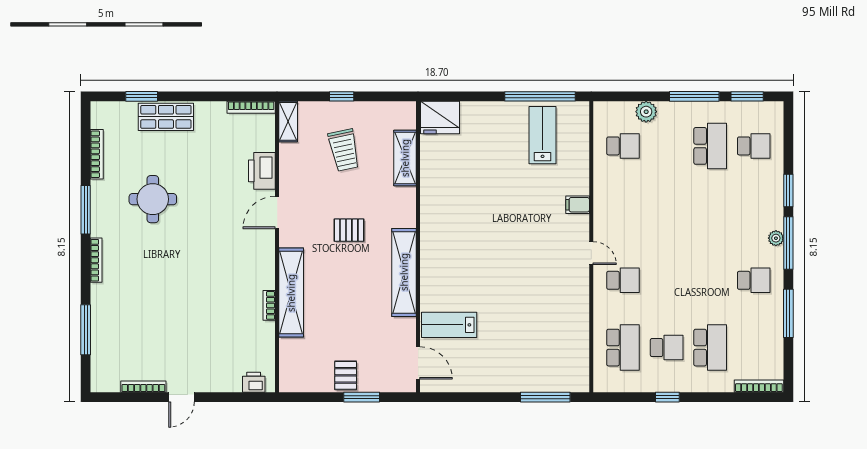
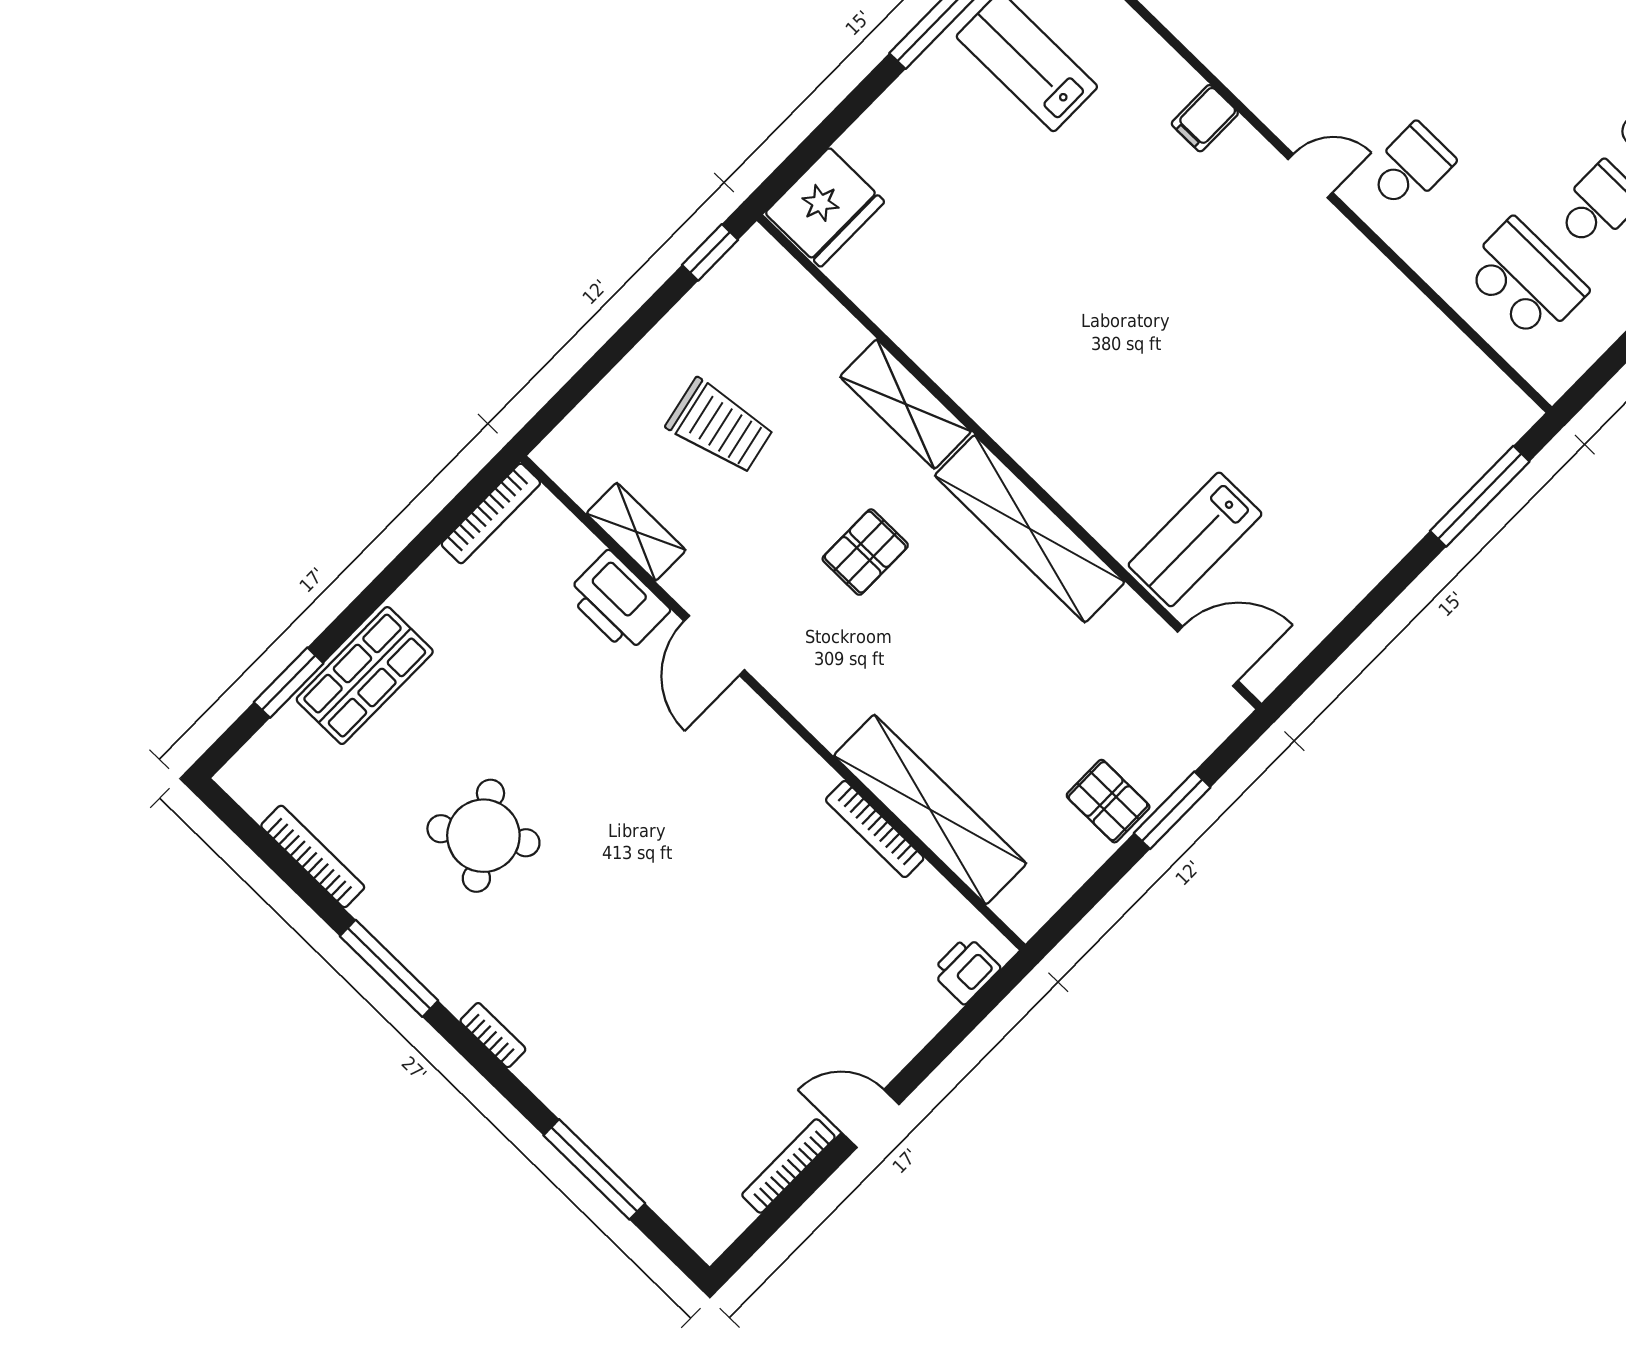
window: (342, 96) -> (710, 252), moved
shelving: (288, 121) -> (636, 532), moved
shelving: (405, 158) -> (906, 404), moved
round table: (153, 199) -> (483, 836), turned -35
bookcase: (96, 260) -> (493, 1035), width x0.64
shelving: (291, 293) -> (930, 810), moved
bookcase: (269, 305) -> (875, 829), width x1.56
door: (181, 397) -> (870, 1119), swing flipped

